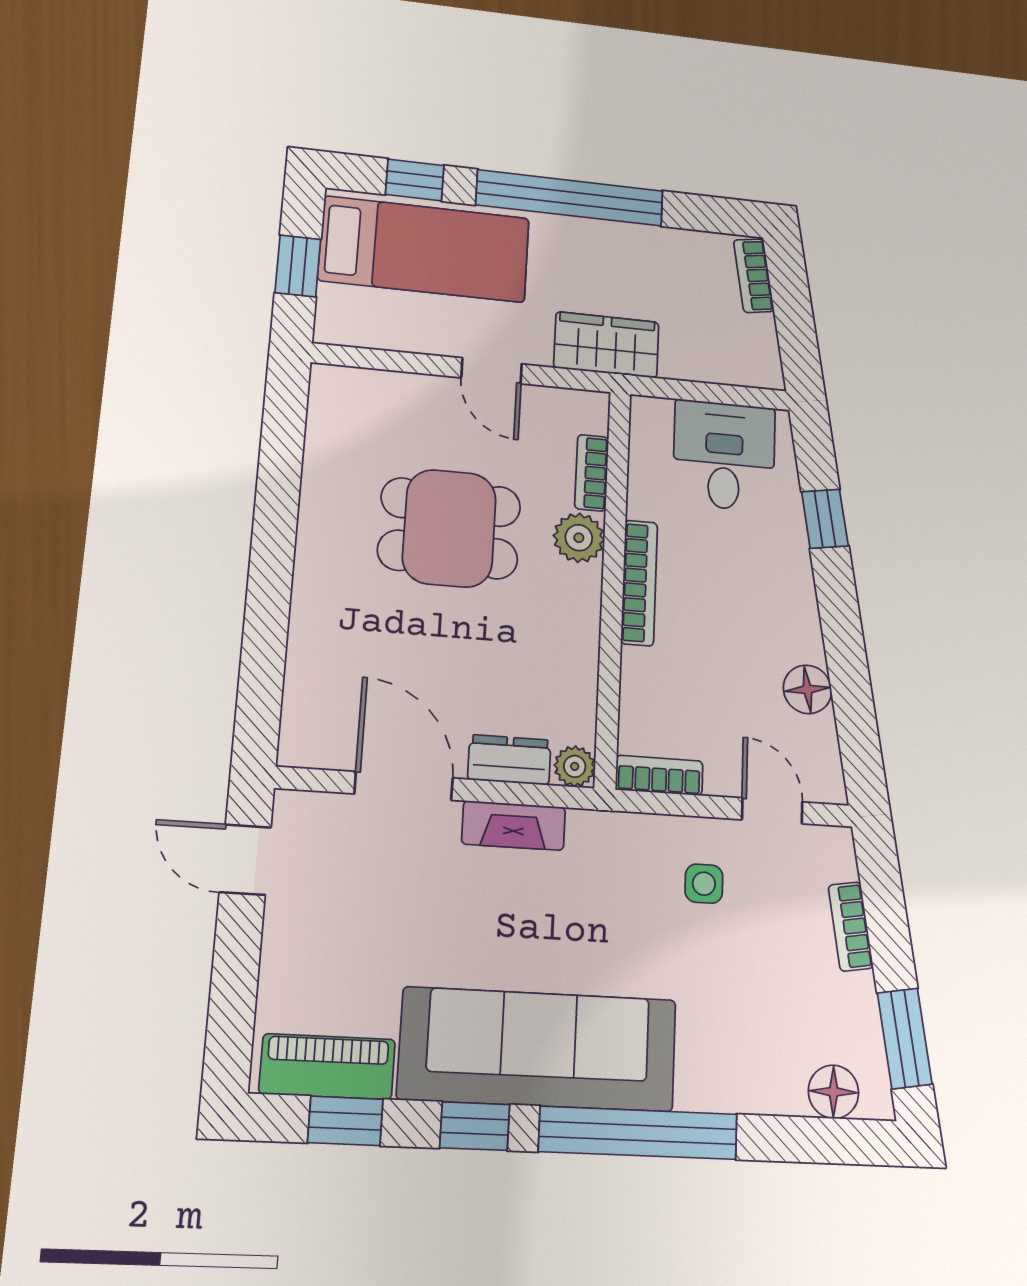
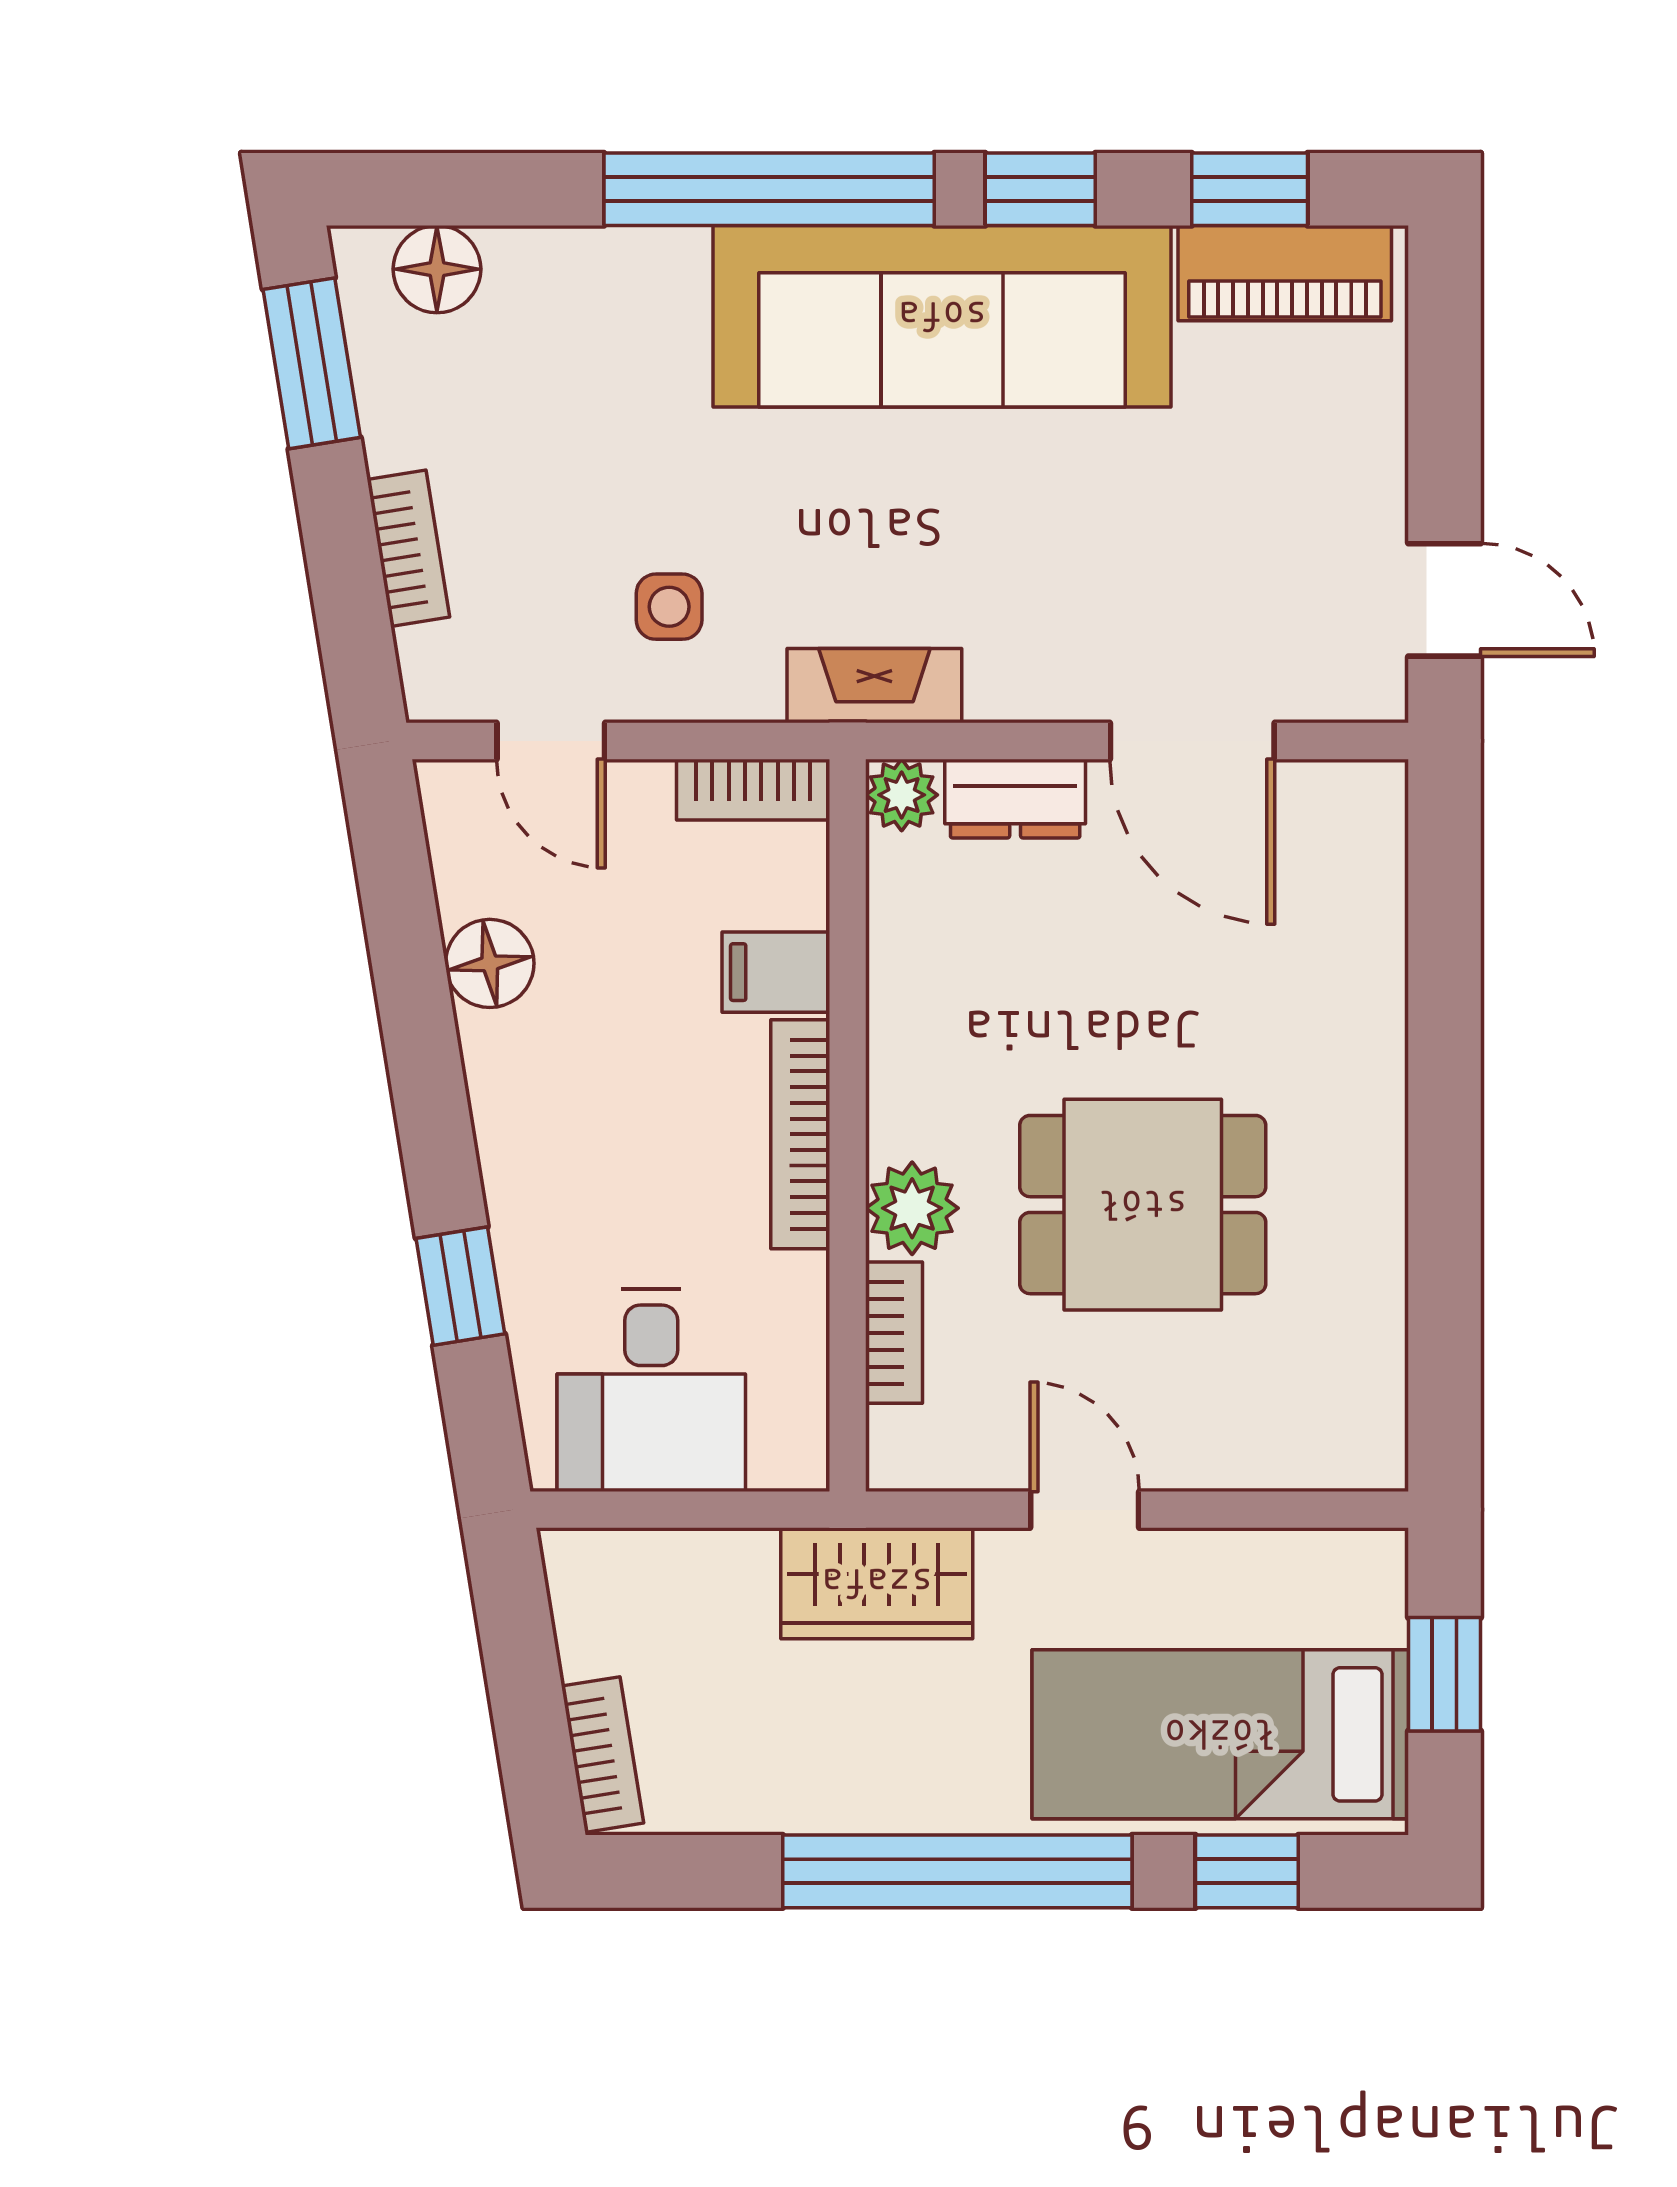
filing cabinet: (650, 672) -> (776, 972), added
fireplace: (514, 826) -> (874, 686), moved

